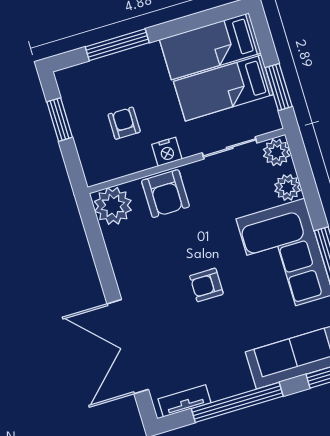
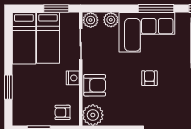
window: (117, 45) -> (8, 87), width x0.69
armchair: (124, 123) -> (63, 112), moved
armchair: (206, 285) -> (149, 78), turned 180

